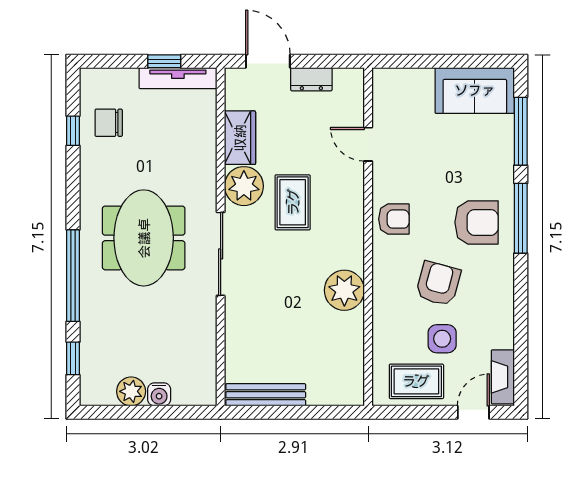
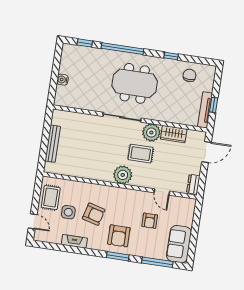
dresser: (311, 79) -> (193, 184), moved
window: (73, 131) -> (171, 56), moved
door: (368, 144) -> (162, 192), swing flipped
window: (521, 218) -> (118, 256), width x0.69
armchair: (394, 219) -> (150, 221), moved
plant: (344, 290) -> (123, 175), moved
fireplace: (503, 377) -> (74, 241), moved
plant: (131, 391) -> (66, 67), removed
bench: (266, 395) -> (53, 144), moved

